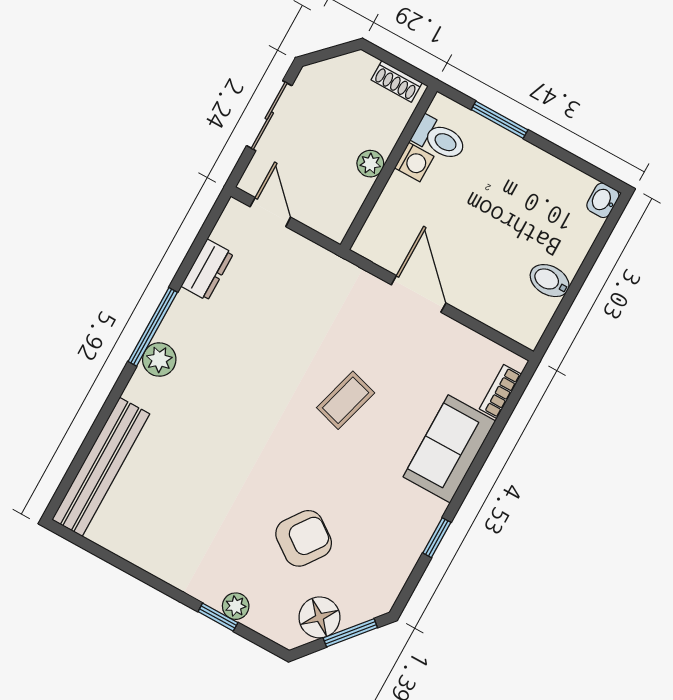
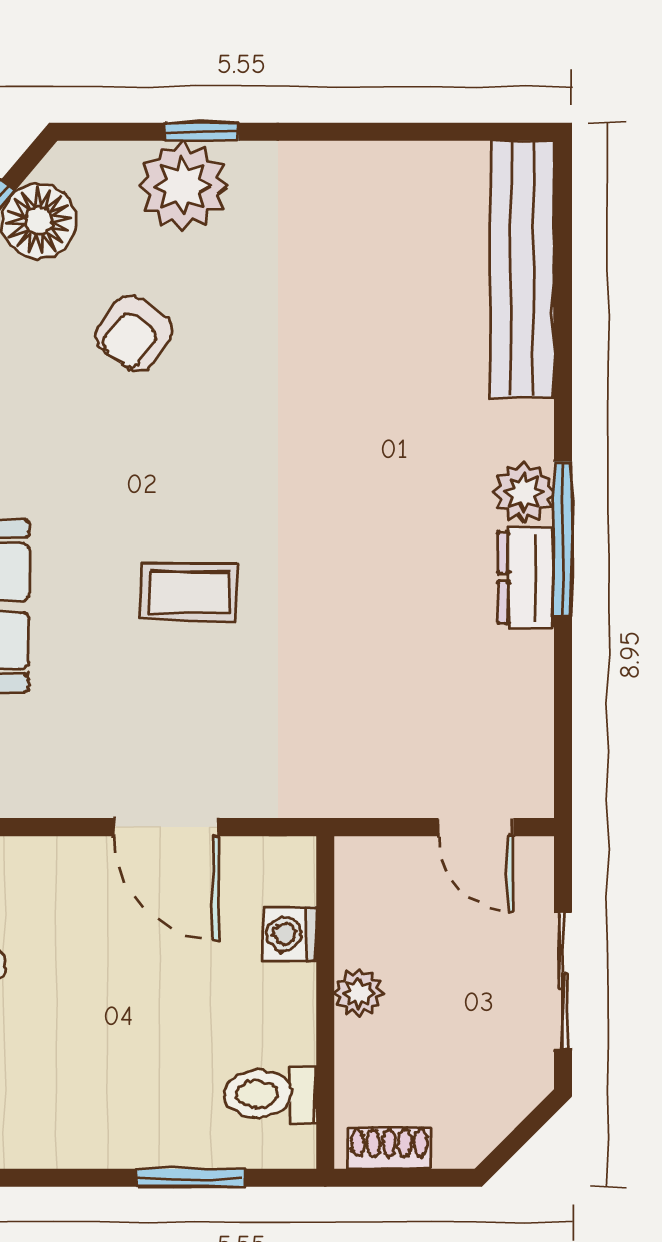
washing machine: (414, 162) -> (290, 934), moved
dresser: (207, 270) -> (526, 578), moved
coffee table: (346, 400) -> (189, 592), turned 75
armchair: (304, 538) -> (134, 333), width x0.72, depth x0.72
plant: (236, 606) -> (183, 186), width x1.88, depth x1.88

